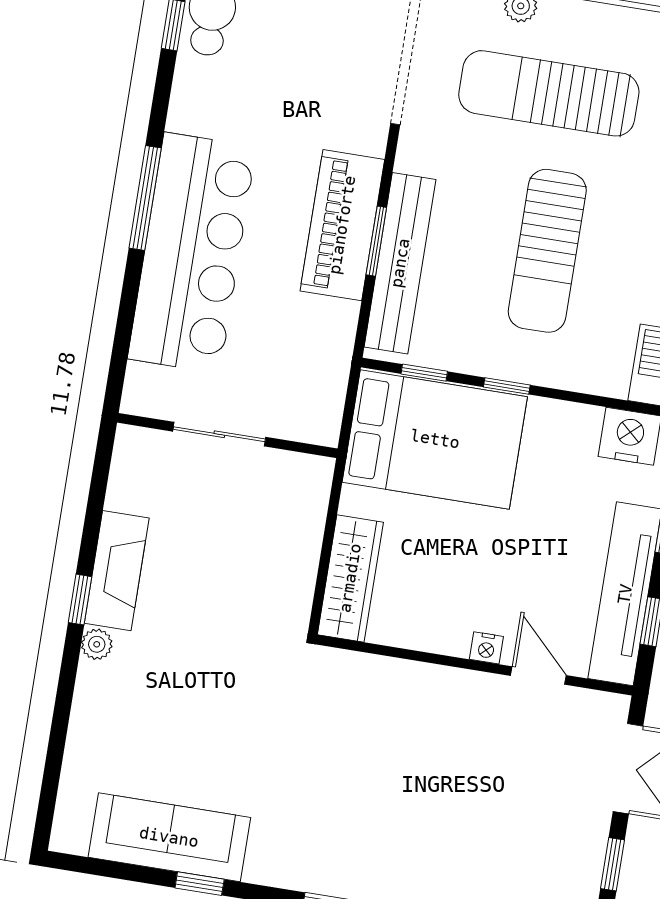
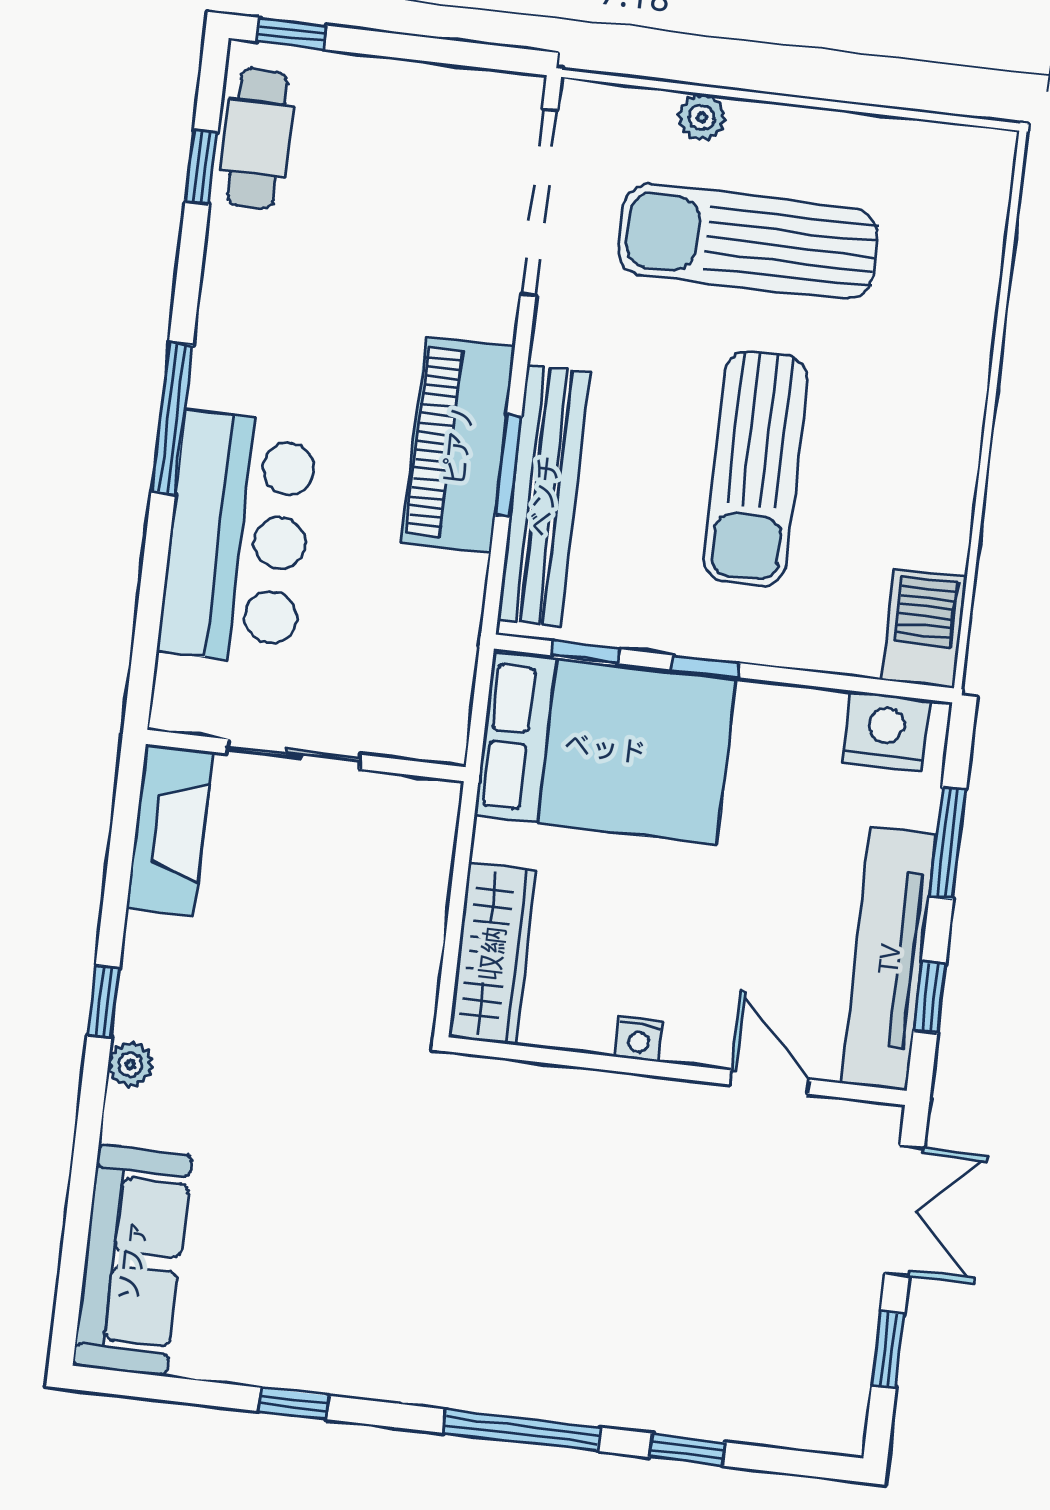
bar counter: (192, 253) -> (238, 538), width x0.73
fireplace: (117, 571) -> (170, 830), moved
nightstand: (486, 648) -> (639, 1039), moved
sofa: (169, 837) -> (132, 1260), moved, turned 90

